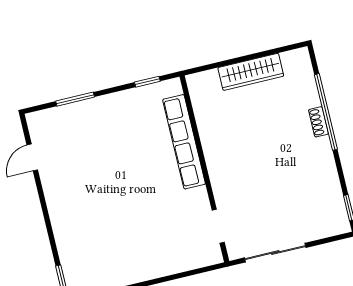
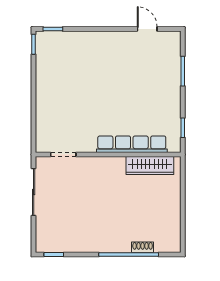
wardrobe: (251, 72) -> (150, 166), moved, turned -90
shoe rack: (318, 122) -> (143, 247), moved

